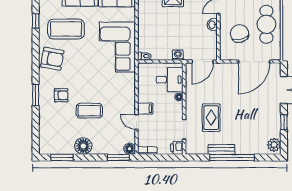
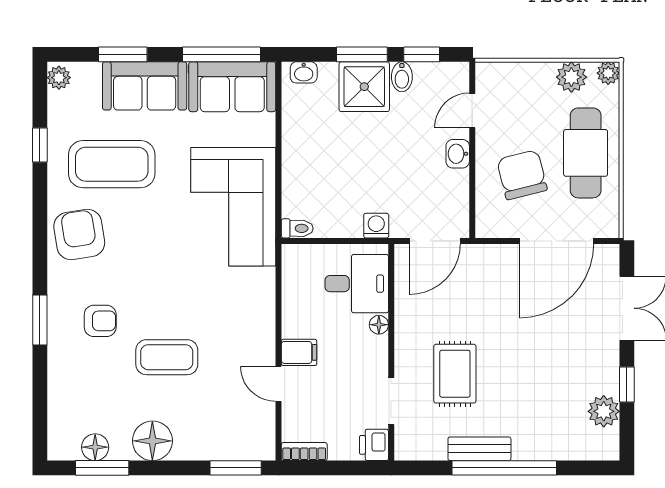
armchair: (52, 59) -> (79, 234), turned -109
plant: (274, 145) -> (604, 411), moved
floor lamp: (130, 149) -> (95, 447), moved

